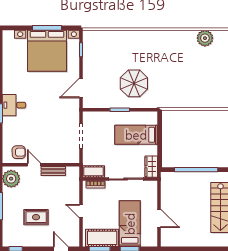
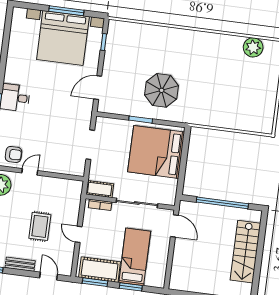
bed: (136, 135) -> (156, 152), width x2.04
door: (34, 165) -> (30, 172), hinge flipped
wardrobe: (151, 167) -> (169, 192), removed
bench: (53, 171) -> (20, 264), moved
rug: (36, 217) -> (40, 226), moved, turned 90
door: (159, 218) -> (174, 226), moved

